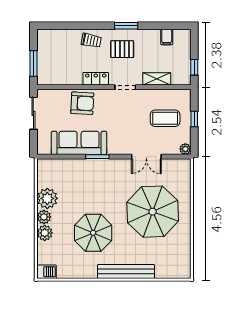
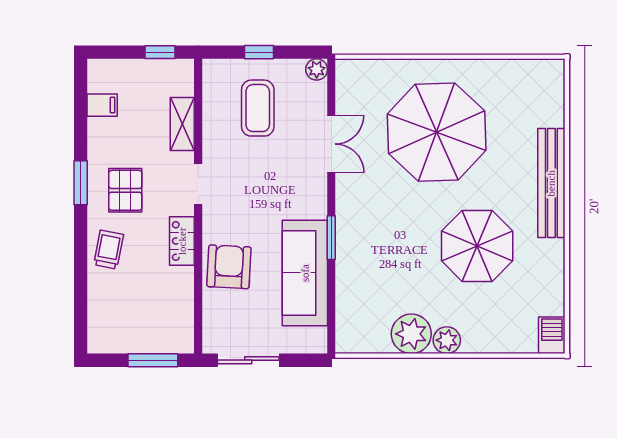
plant: (45, 233) -> (477, 339), removed

